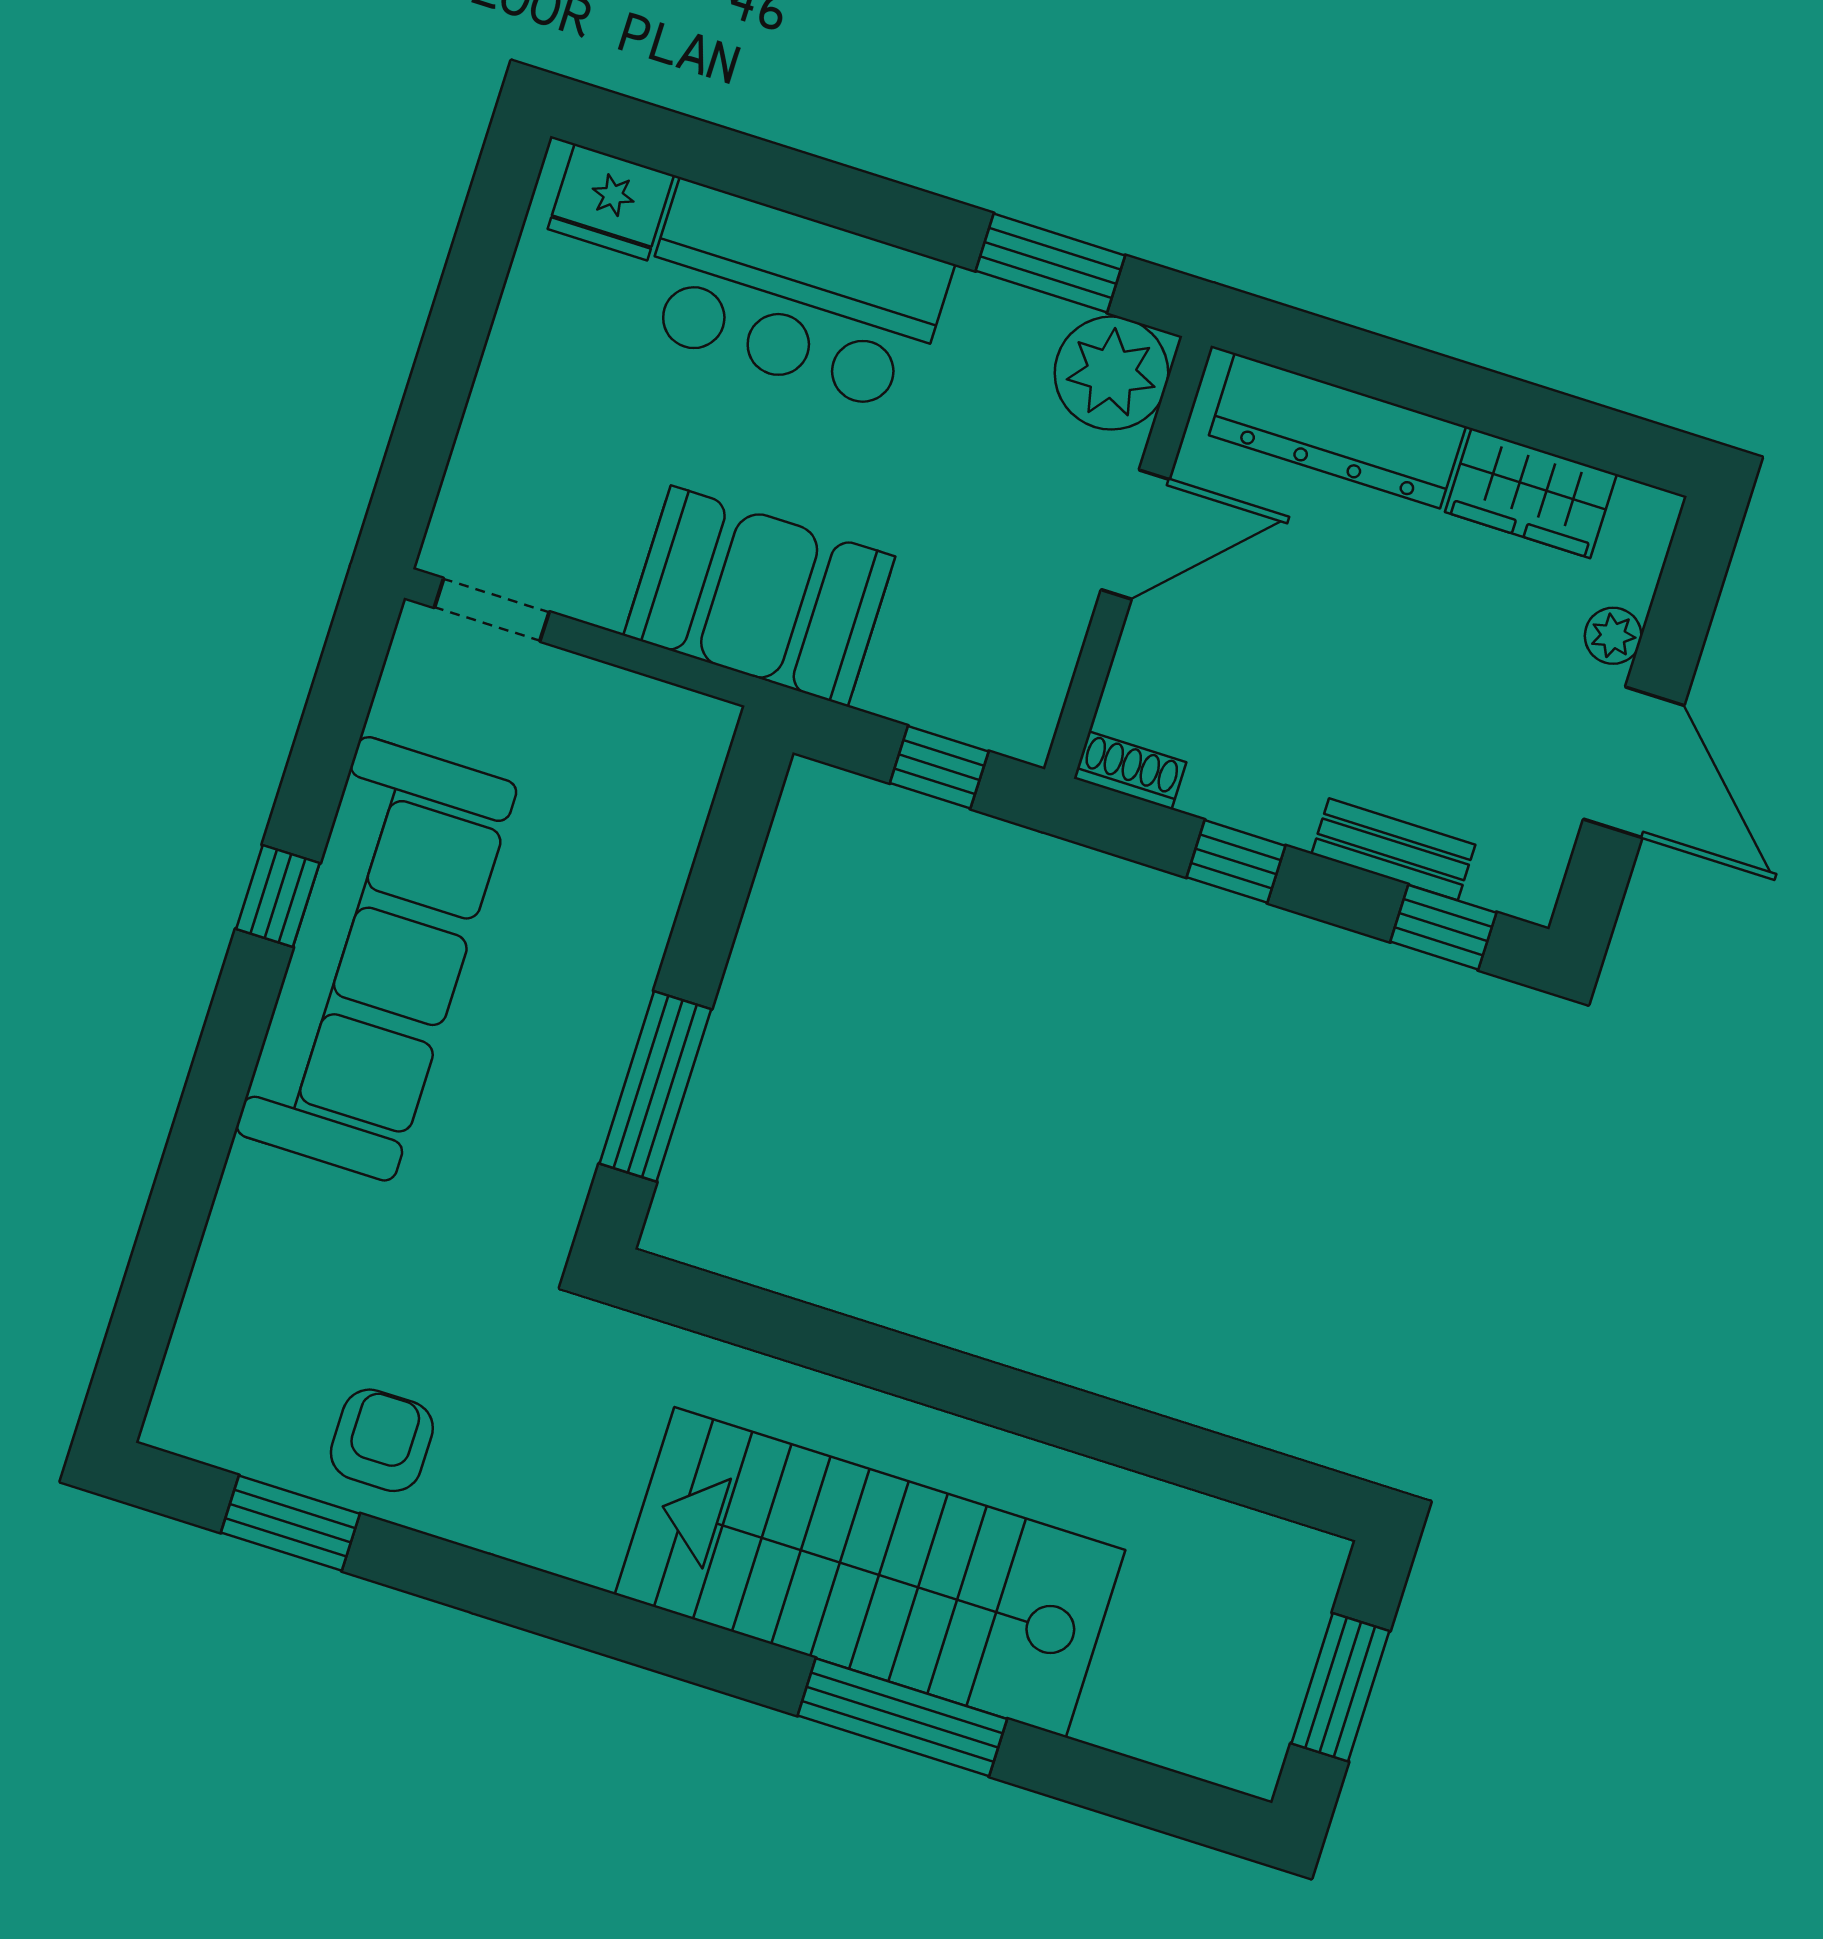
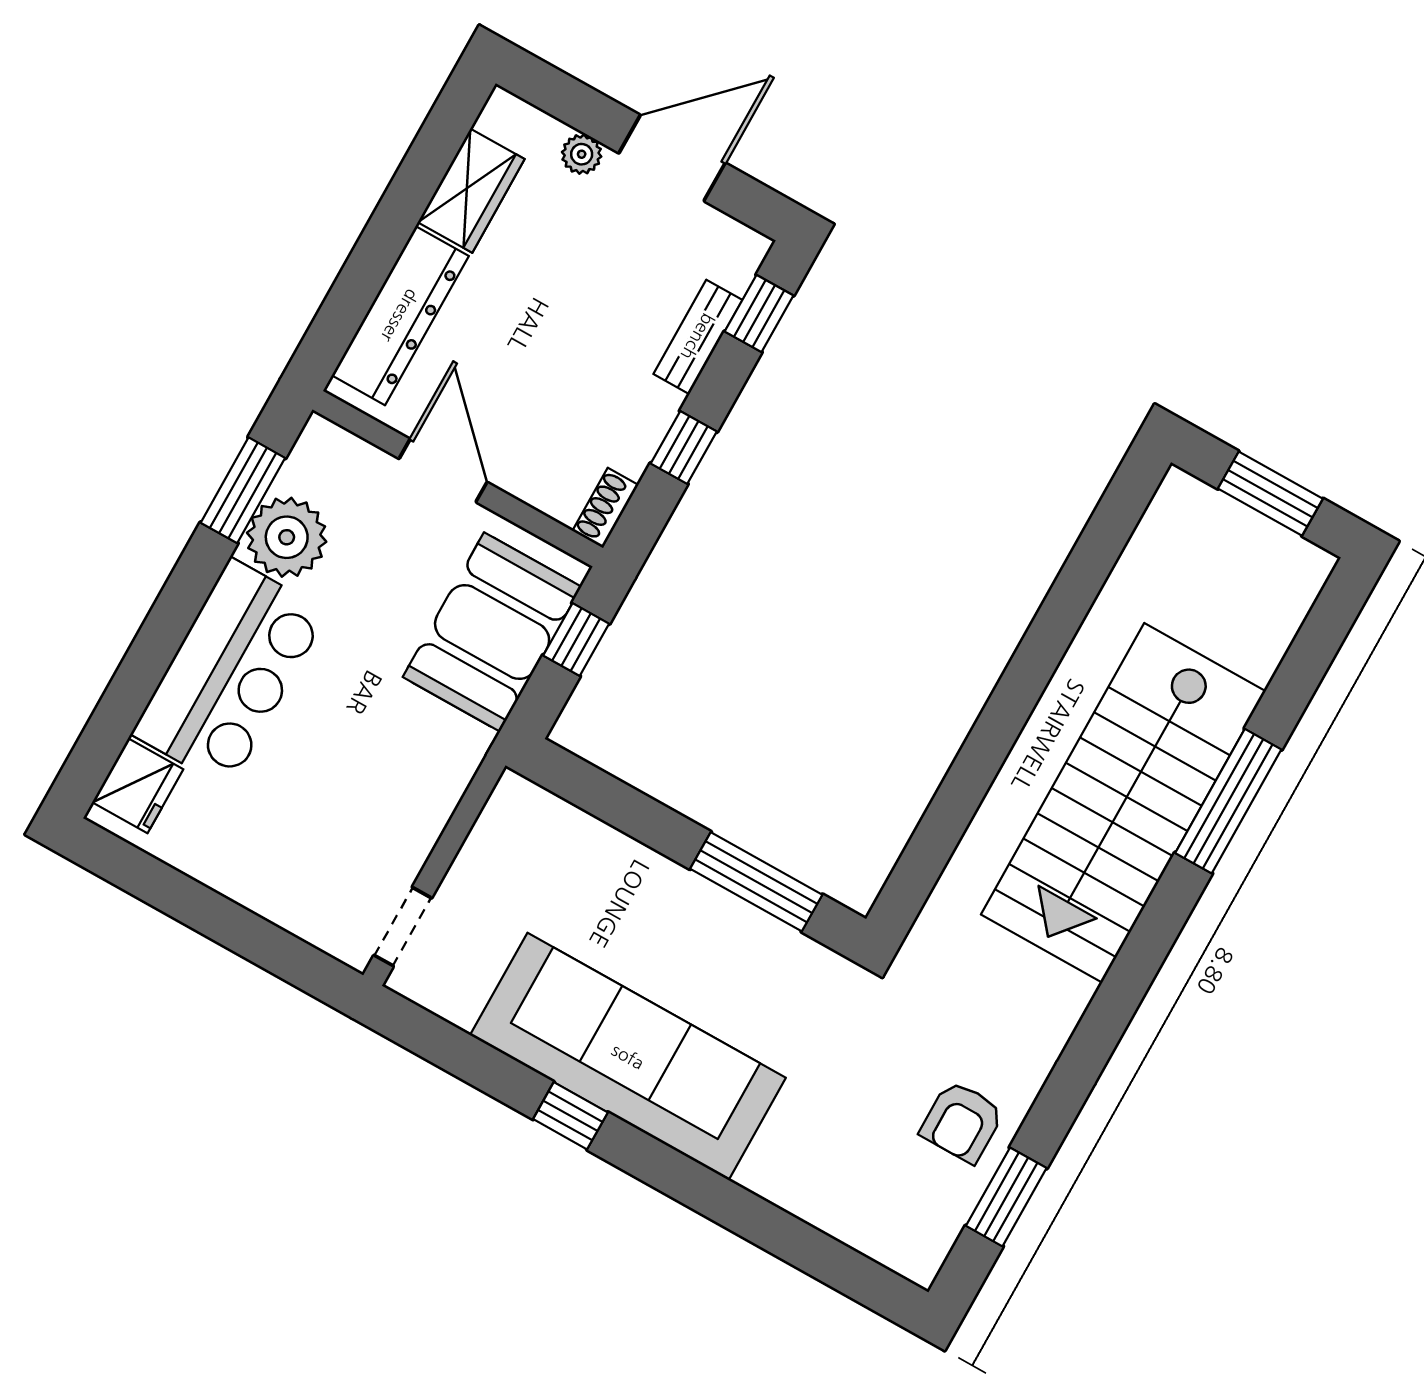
plant: (1111, 373) -> (287, 537), moved
booth: (759, 596) -> (492, 632), moved
armchair: (382, 1440) -> (962, 1122), turned -90

